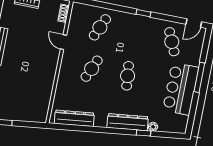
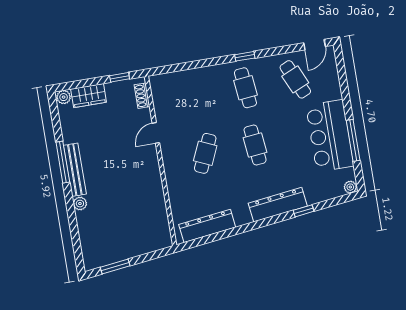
cafe table: (100, 27) -> (245, 88), moved, turned -30
door: (63, 42) -> (156, 133), hinge flipped
window: (199, 77) -> (353, 140), moved
plant: (153, 127) -> (350, 187), moved

